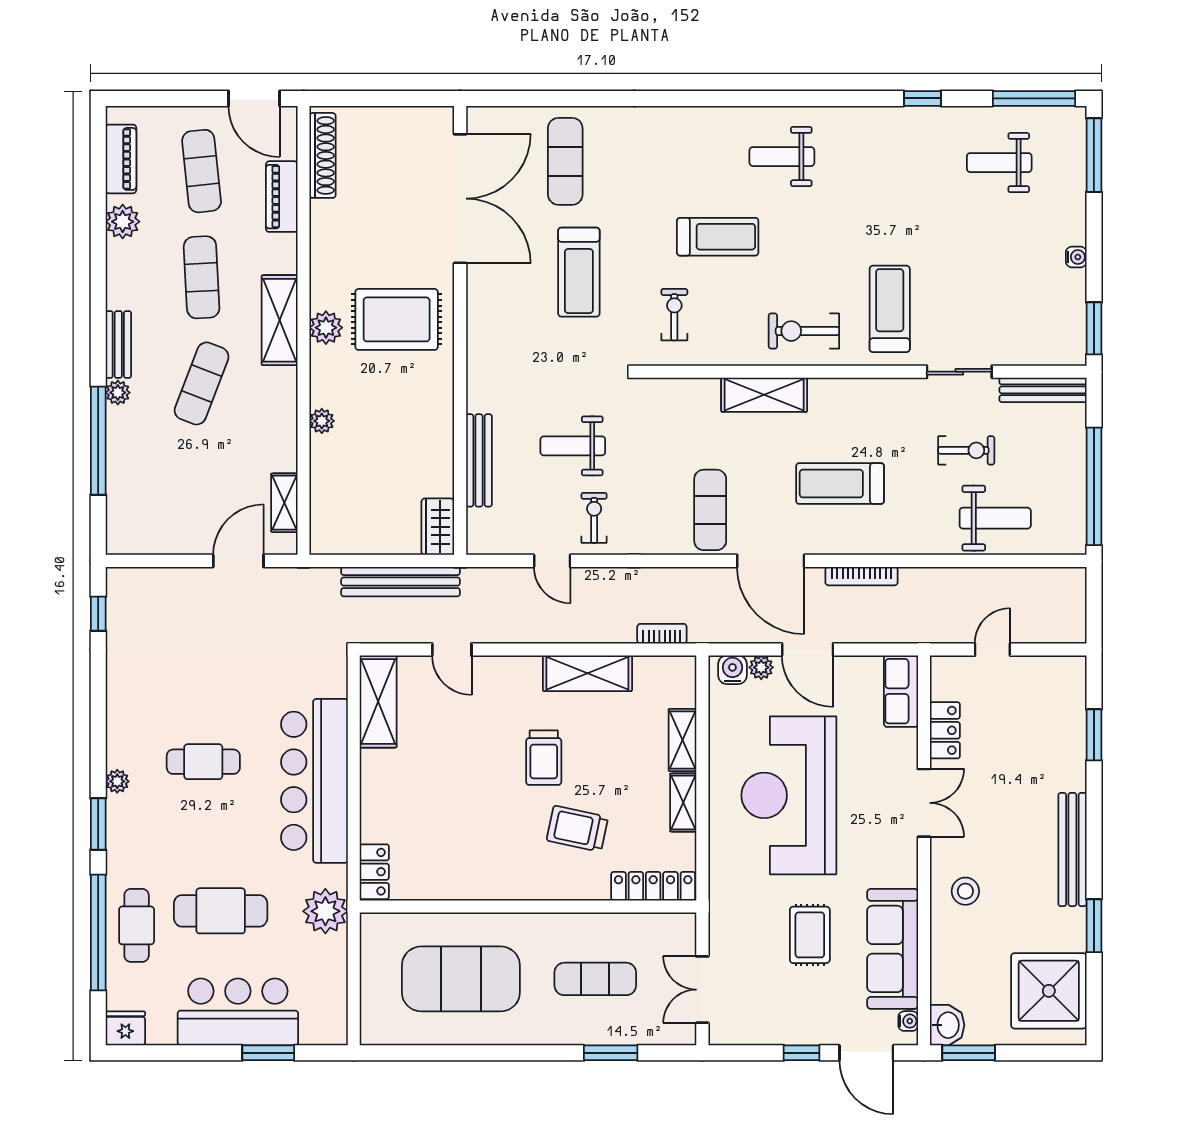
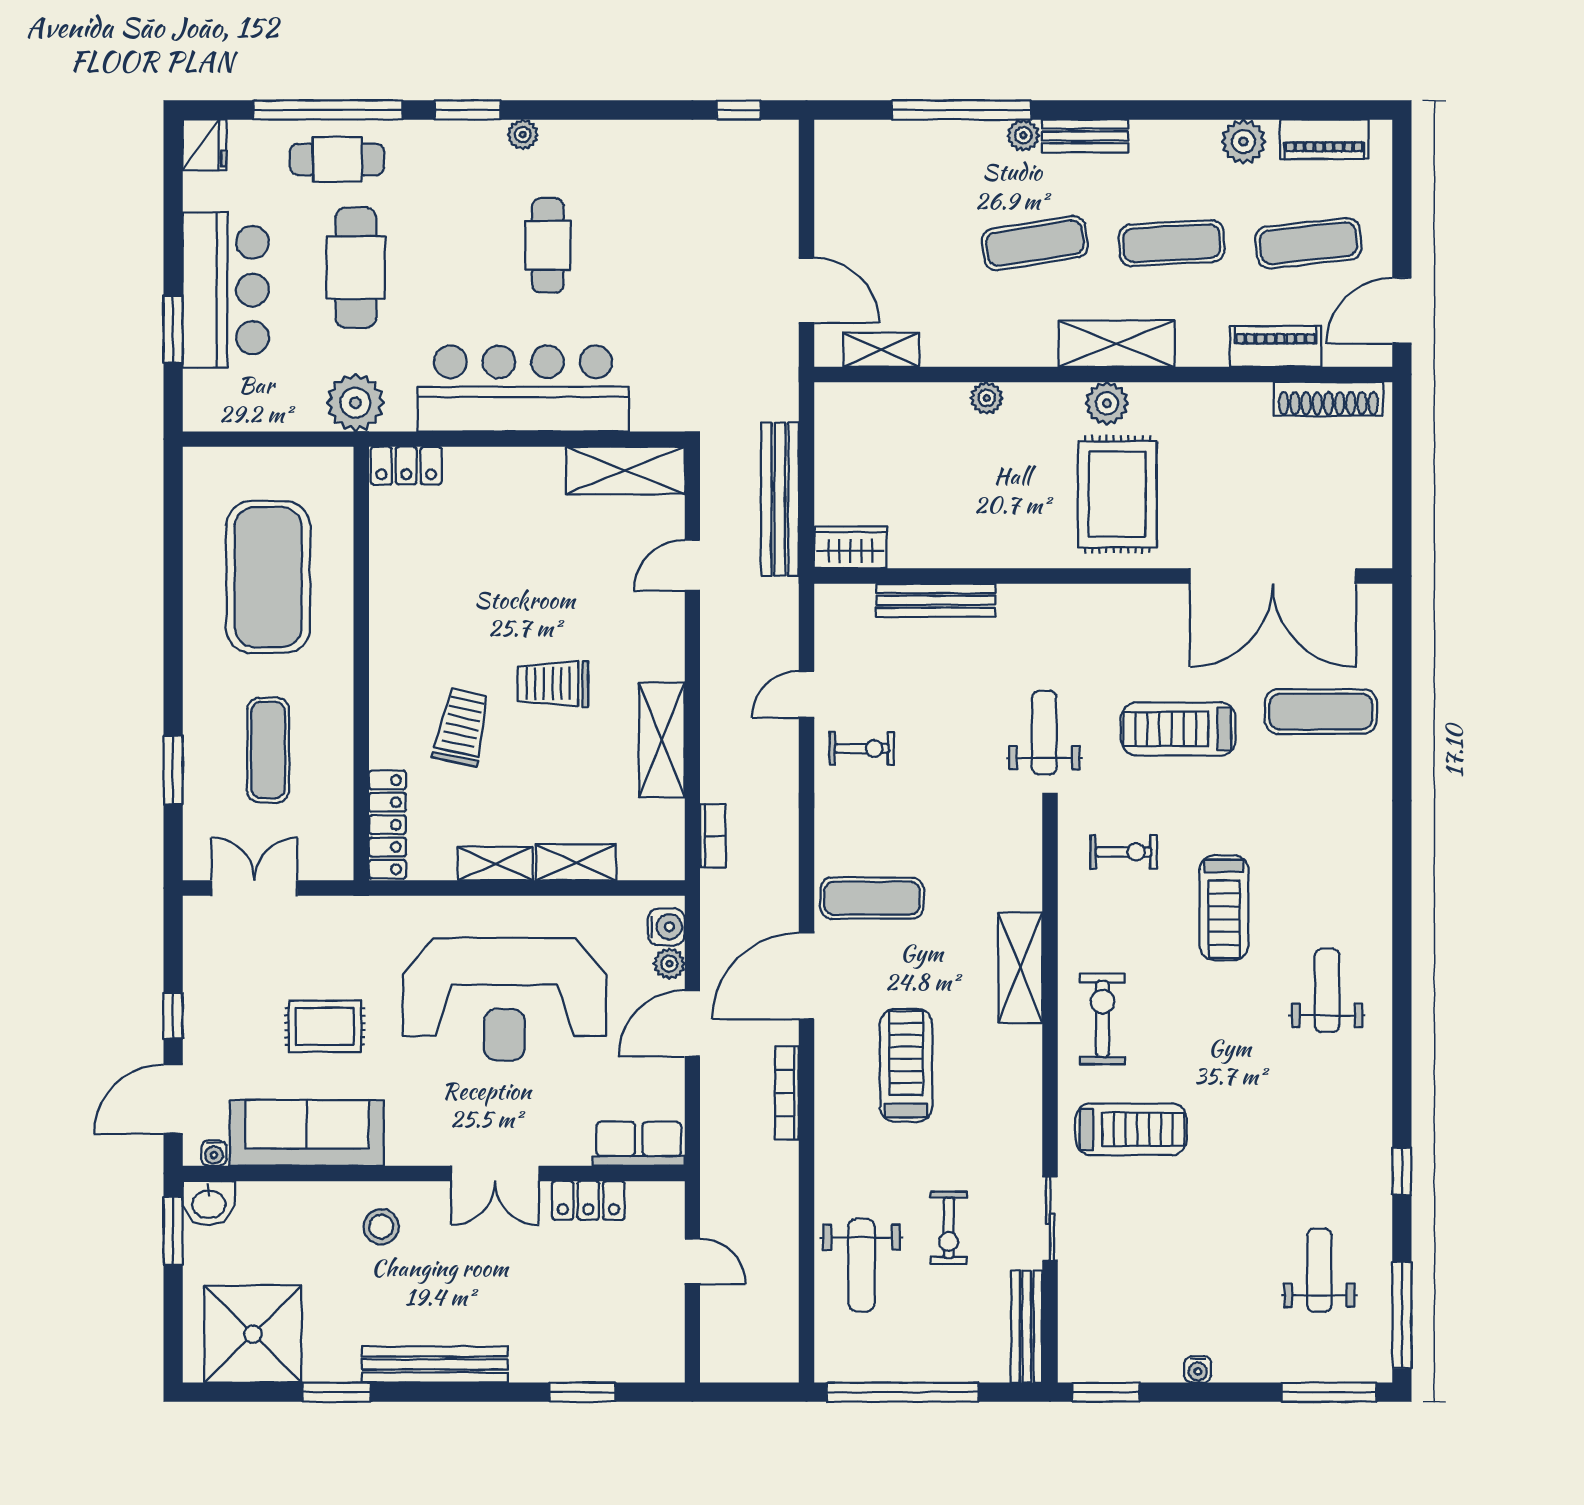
exercise mat: (202, 383) -> (1035, 243), turned -30
weight bench: (573, 446) -> (1044, 733), moved
reception desk: (789, 795) -> (505, 999), turned 180

